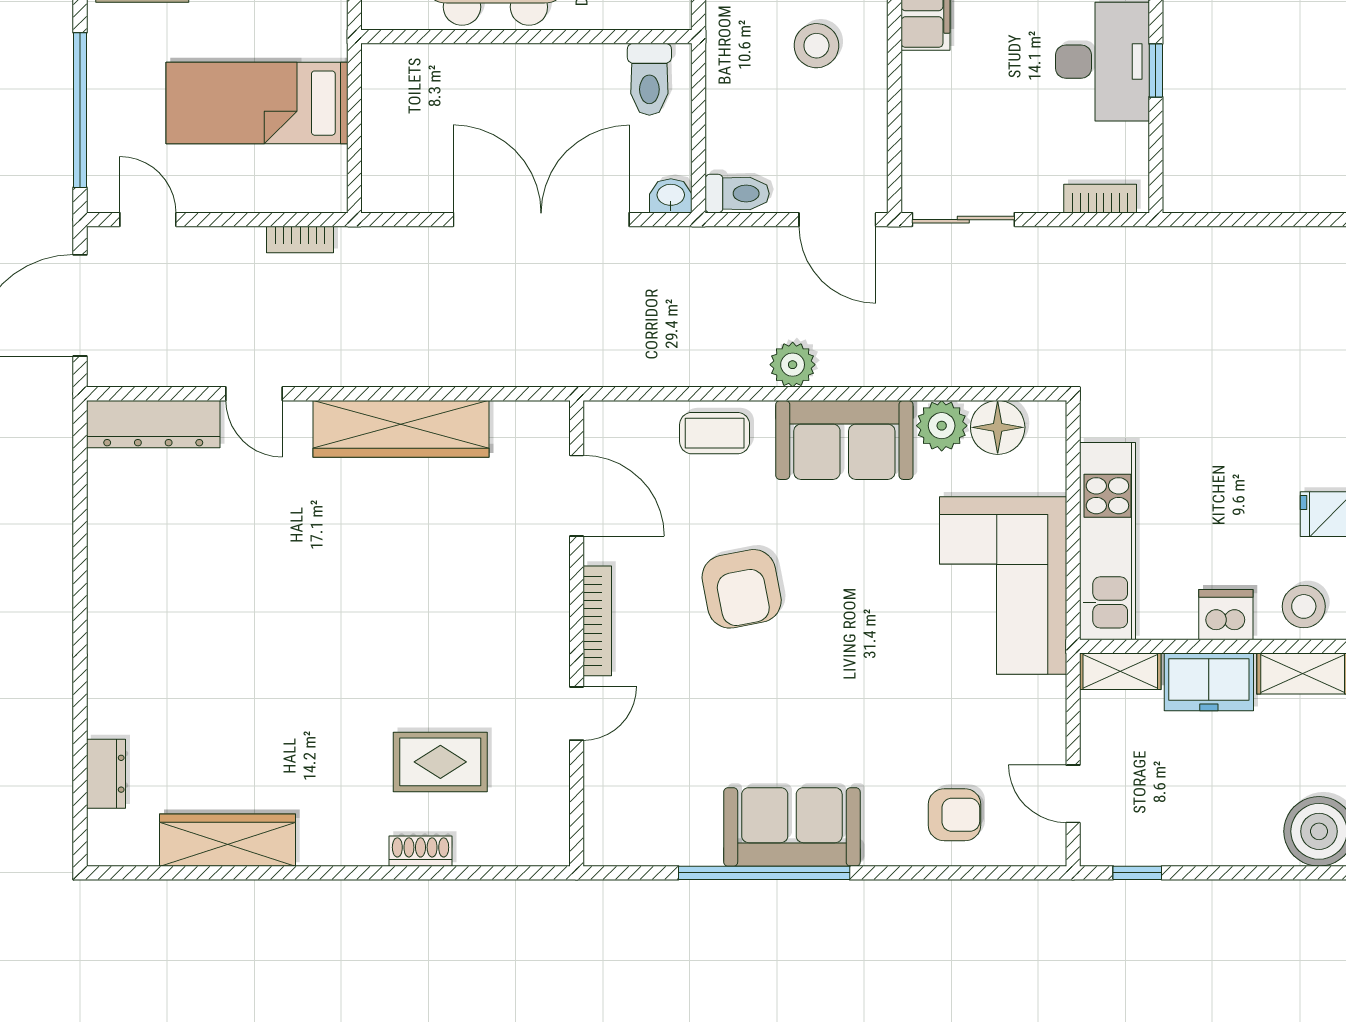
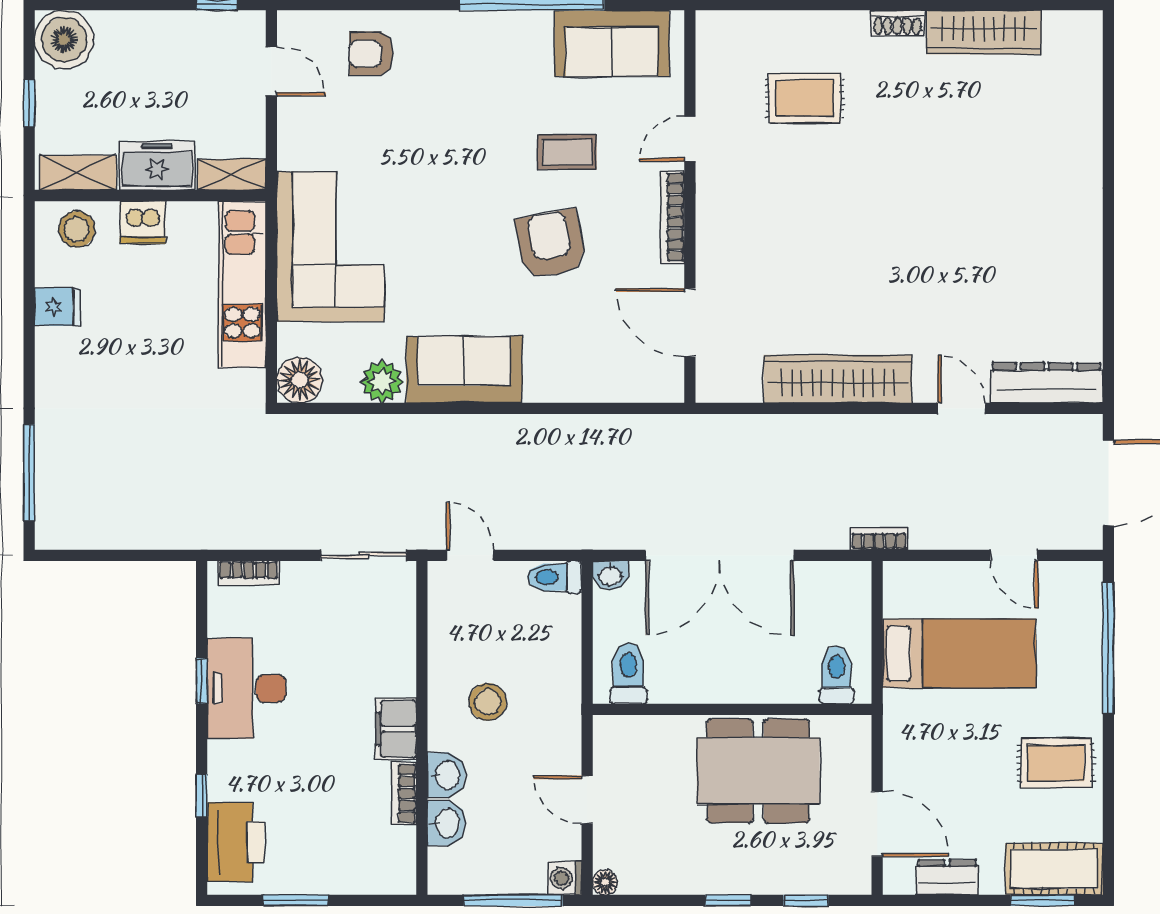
toilet: (403, 78) -> (836, 675), added
door: (148, 220) -> (1014, 555), moved
door: (837, 220) -> (470, 555), width x0.73
bookcase: (300, 239) -> (879, 538), moved
plant: (793, 365) -> (508, 433), removed
floor lamp: (998, 427) -> (300, 380), moved
coffee table: (715, 433) -> (567, 152), moved
dresser: (106, 774) -> (1086, 88), removed
sofa: (792, 827) -> (612, 43), moved
shoe rack: (421, 851) -> (897, 23), moved

